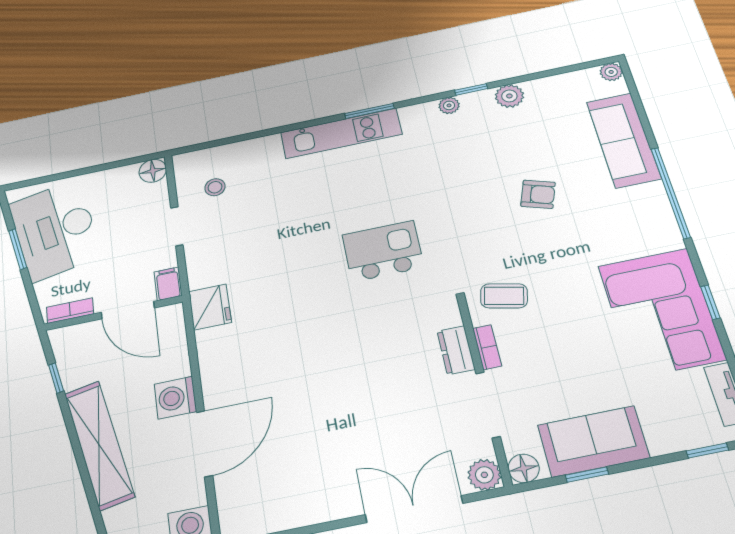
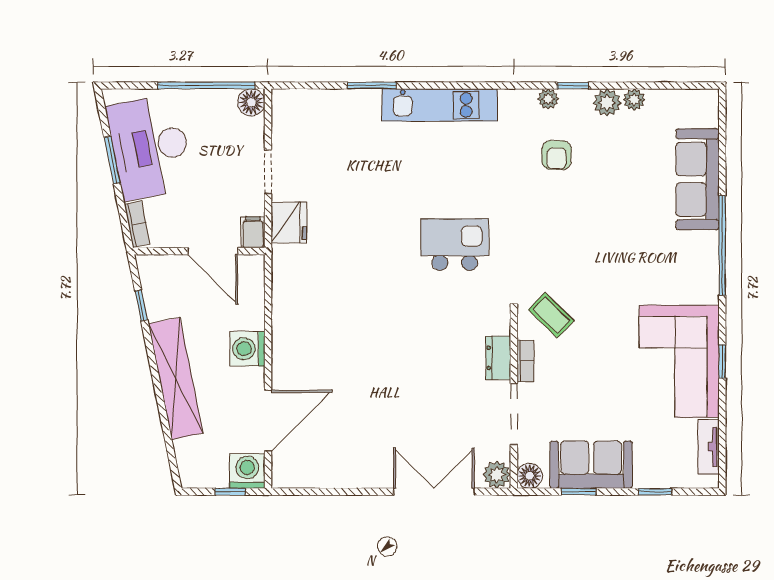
plant: (611, 72) -> (634, 100), moved
window: (369, 111) -> (372, 86), moved
window: (107, 166) -> (206, 86), added
stool: (215, 187) -> (310, 137), removed
armchair: (538, 194) -> (557, 155), moved, turned 73
coffee table: (504, 296) -> (551, 315), turned 31
fridge: (210, 307) -> (289, 222), moved
bookcase: (70, 311) -> (137, 224), moved, turned 79
door: (204, 444) -> (268, 421), moved
window: (707, 451) -> (655, 492), moved

